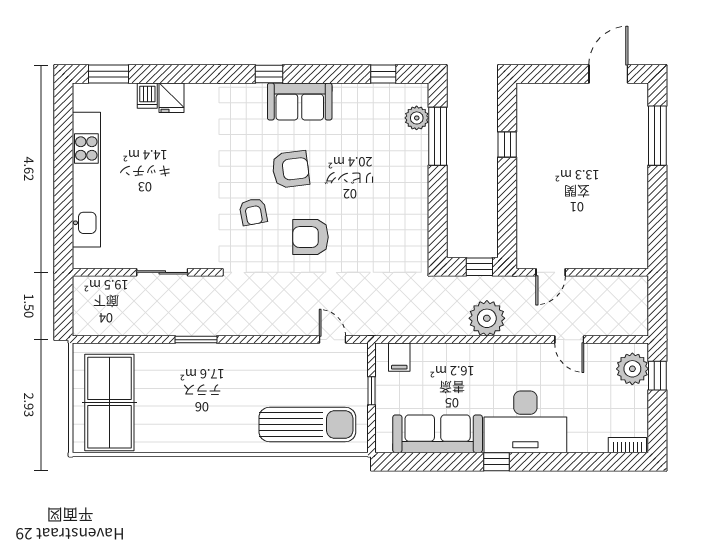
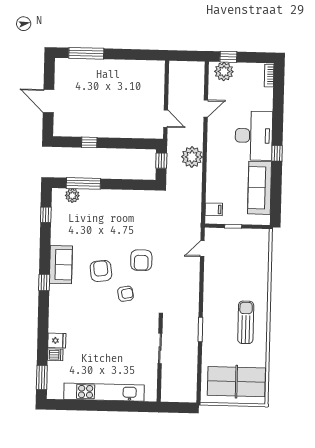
door: (608, 74) -> (49, 101), moved
sun lounger: (307, 424) -> (246, 322), moved, width x0.73, depth x0.75

